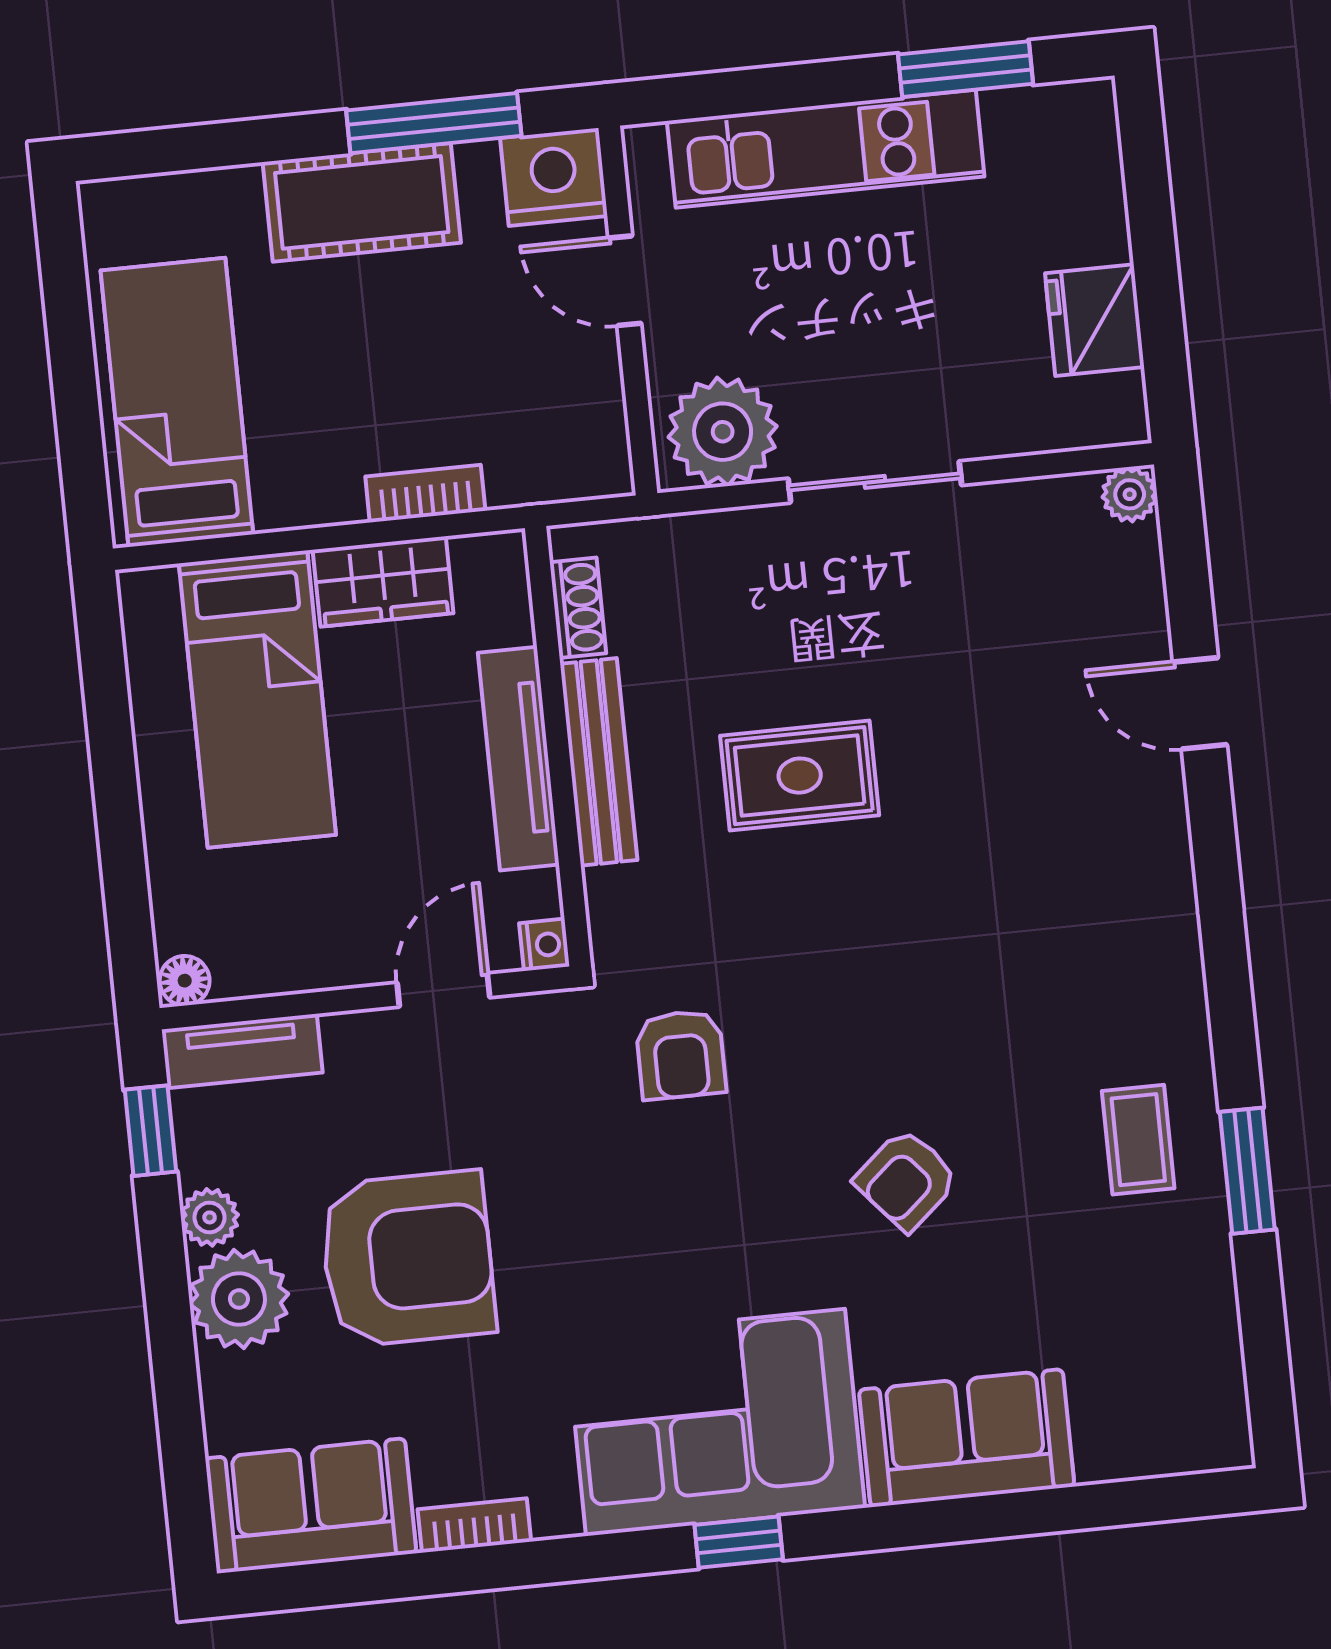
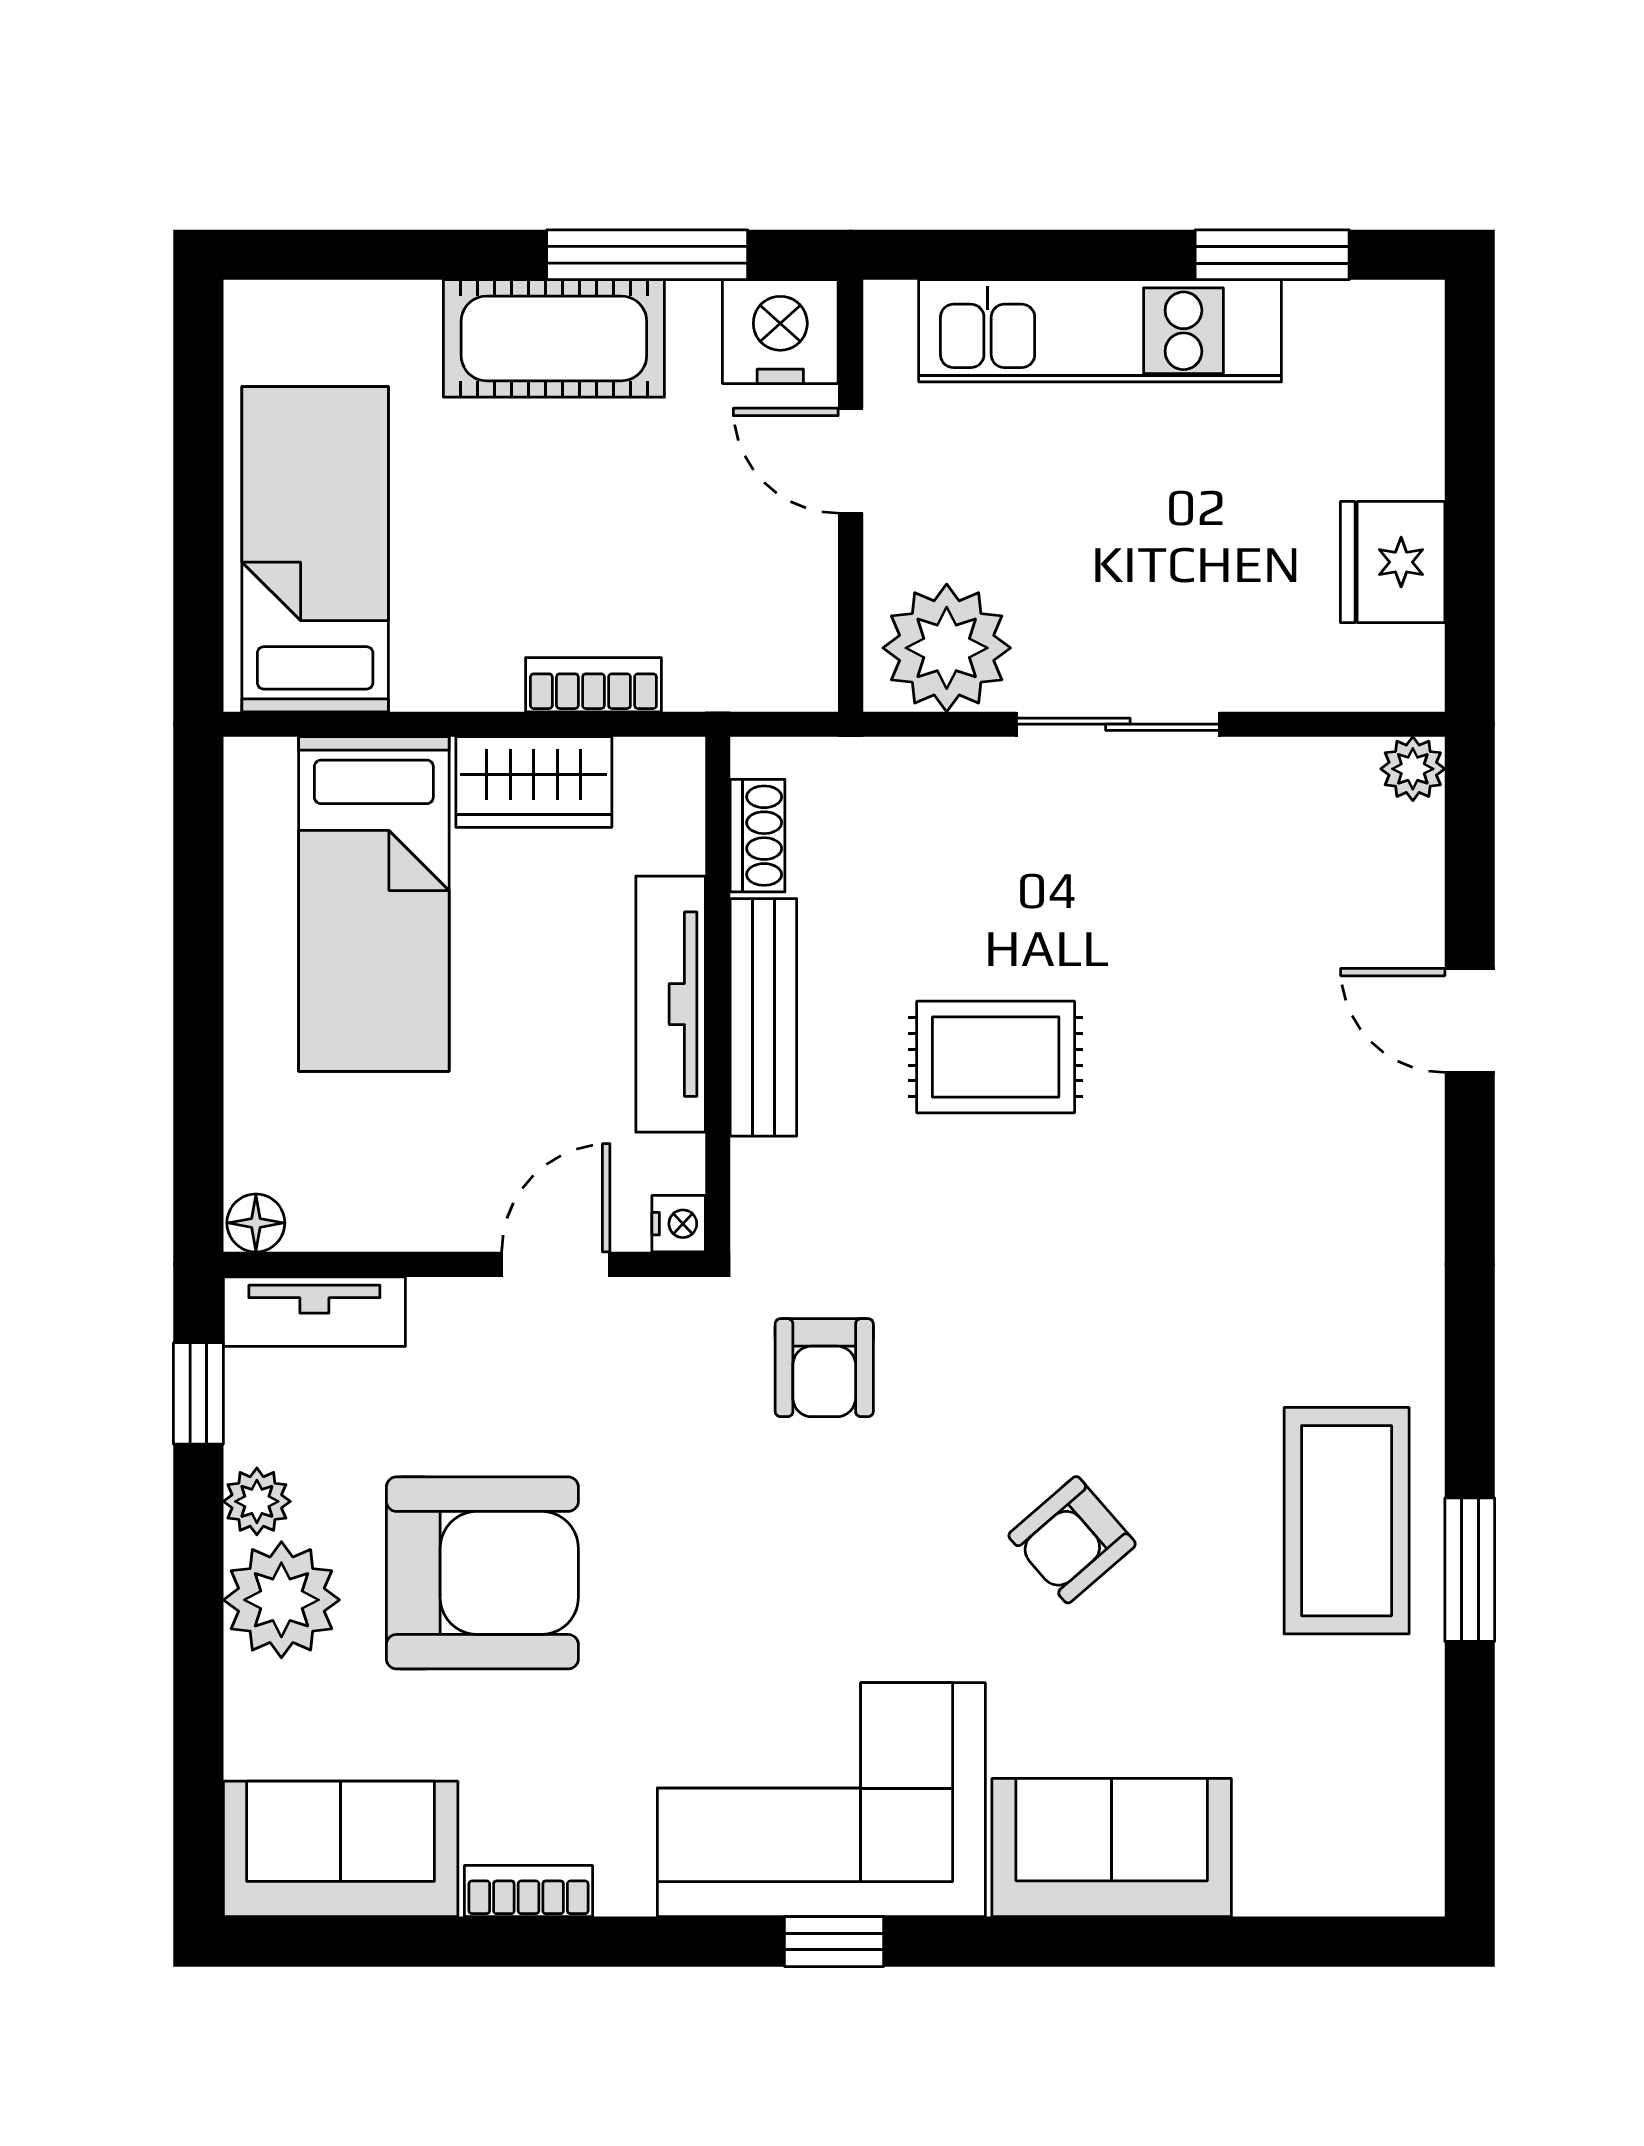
coffee table: (1138, 1140) -> (1347, 1521), width x1.86, depth x1.72

